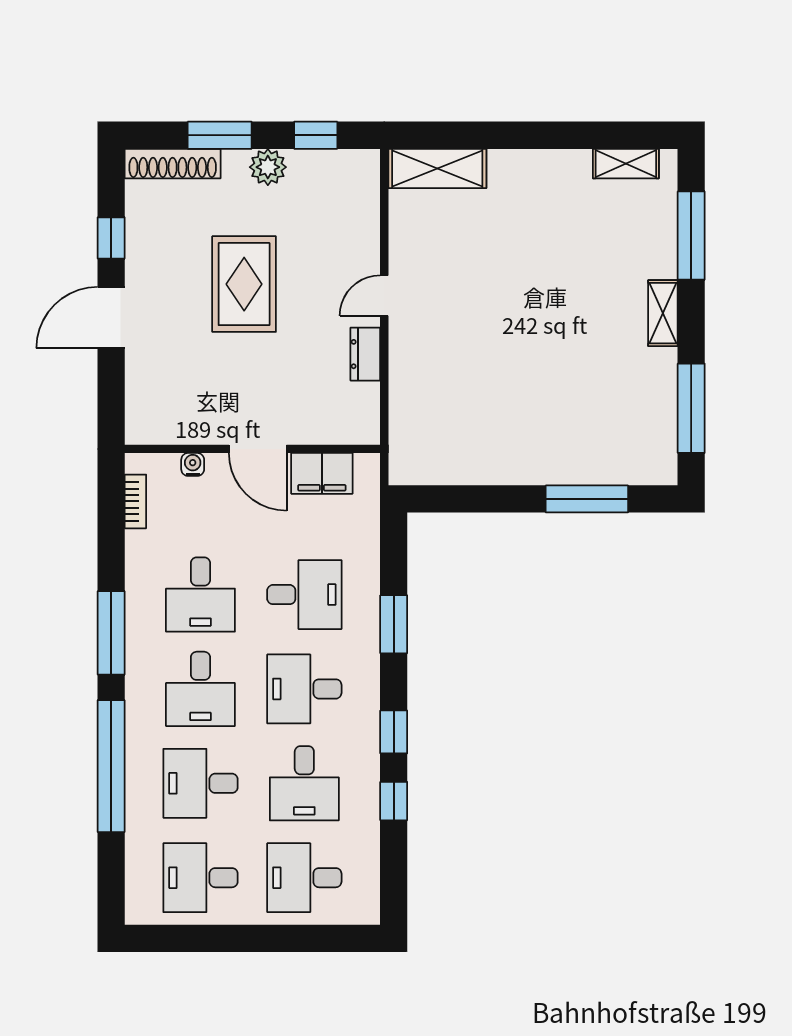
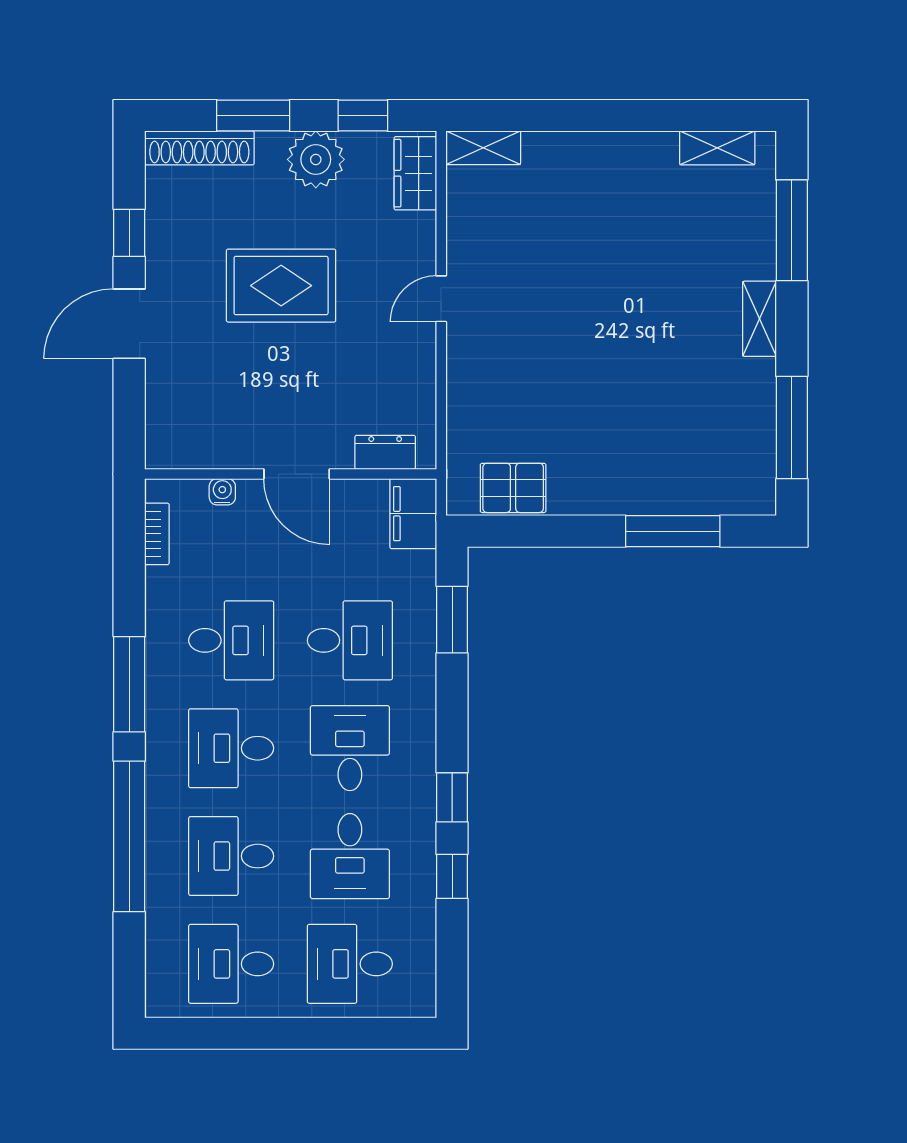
plant: (268, 167) -> (316, 159), width x1.36, depth x1.36
shelving: (437, 168) -> (483, 148), width x0.67, depth x0.75
wardrobe: (362, 186) -> (415, 173), added
rug: (244, 284) -> (281, 286), turned 90
dresser: (365, 354) -> (385, 452), moved, turned 90
pallet: (447, 461) -> (513, 488), added
filing cabinet: (322, 473) -> (413, 514), moved, turned 90
desk: (200, 595) -> (231, 640), turned -90
window: (394, 624) -> (452, 620), moved
desk: (200, 689) -> (231, 748), turned 90
desk: (304, 689) -> (350, 748), turned 90

